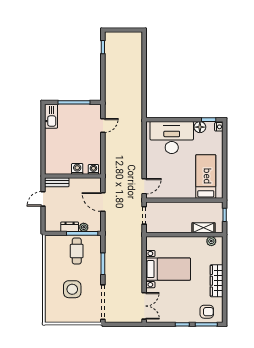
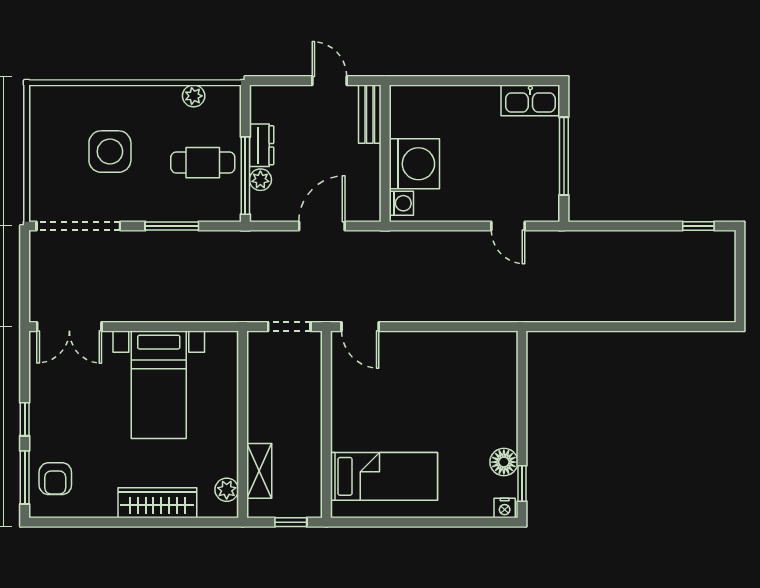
desk: (172, 138) -> (479, 394), removed
washing machine: (77, 169) -> (414, 164), width x1.89, depth x1.89
plant: (49, 255) -> (194, 96), added
wardrobe: (217, 281) -> (157, 503), moved

